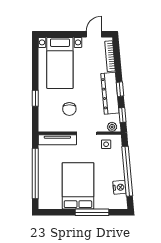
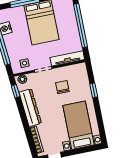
window: (120, 89) -> (22, 113), removed

